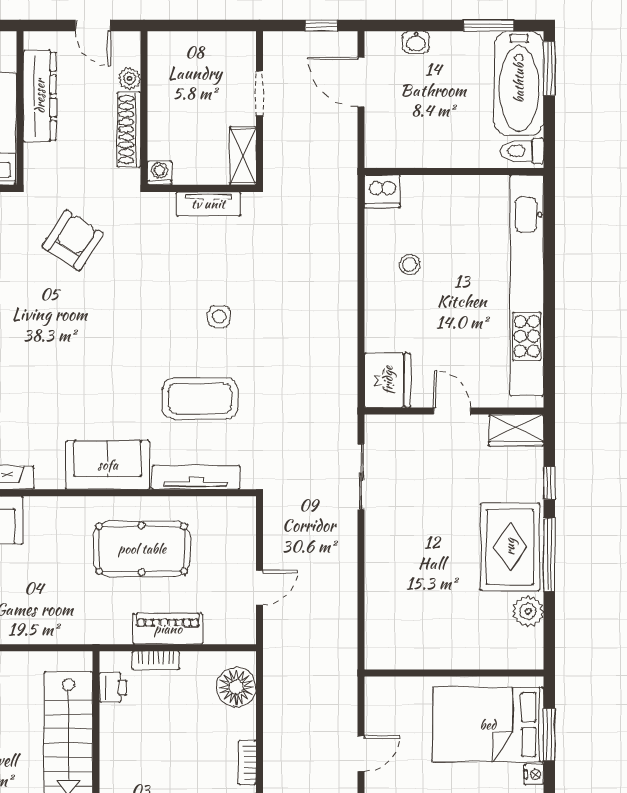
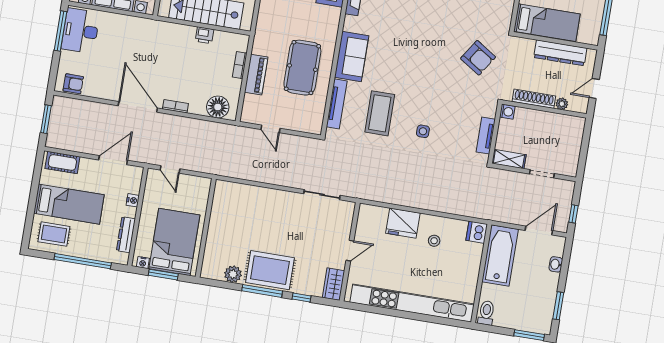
bathtub: (519, 83) -> (500, 256), moved, turned 90
fridge: (388, 380) -> (403, 223), moved
printer: (113, 688) -> (204, 35), moved

